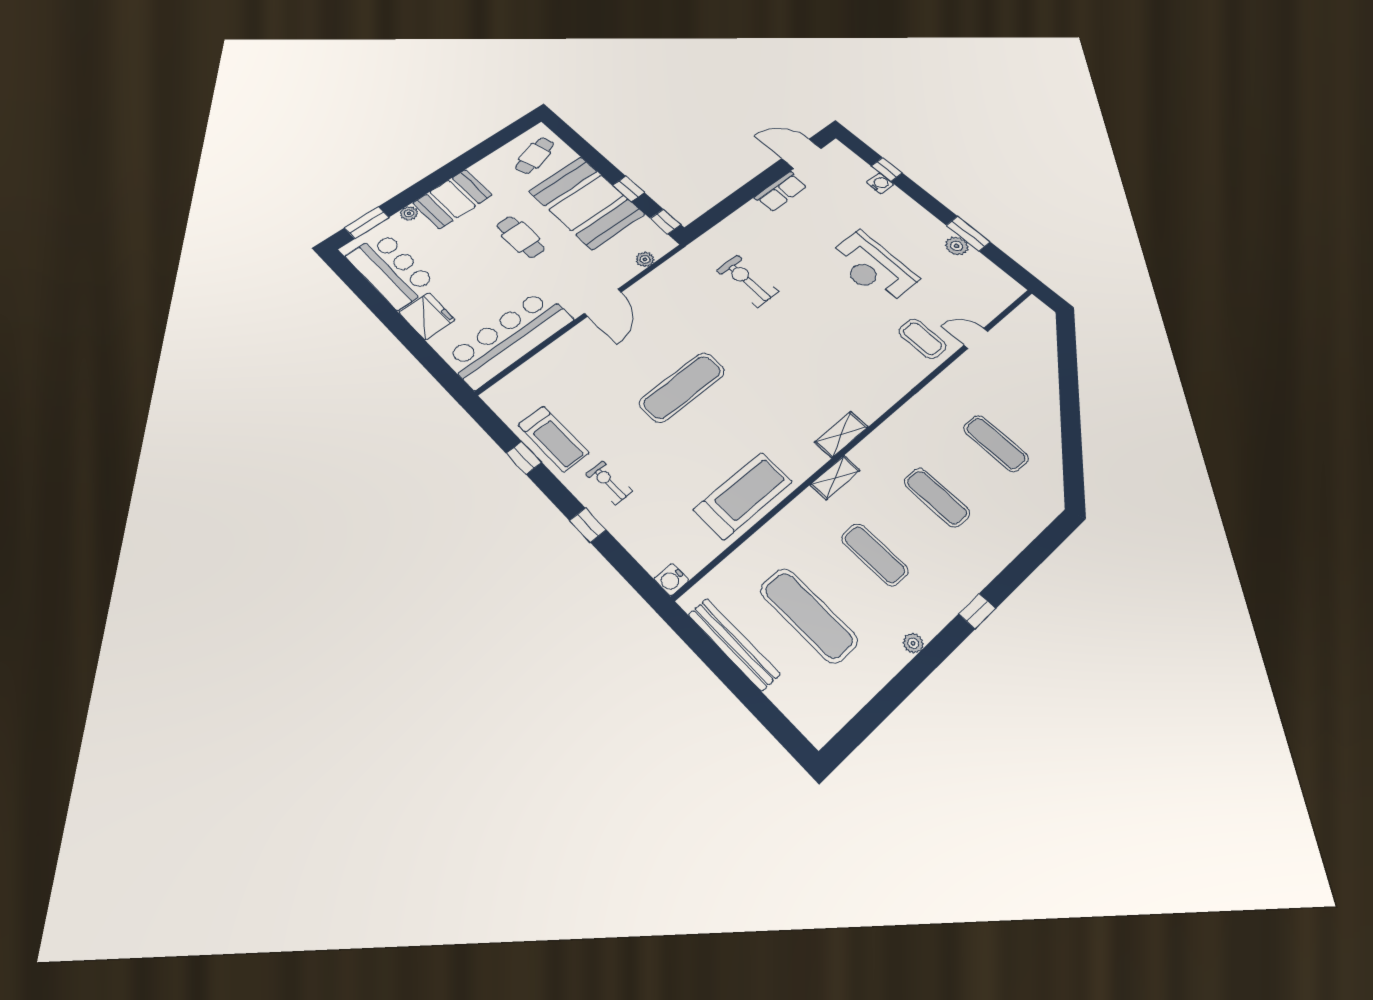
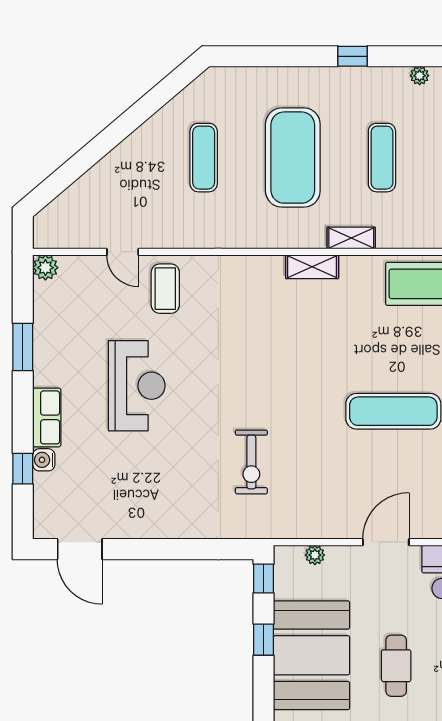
row of seats: (781, 192) -> (47, 417), moved, turned 90
plant: (957, 246) -> (45, 268), moved
exercise mat: (937, 497) -> (293, 158), width x2.00, depth x1.45

